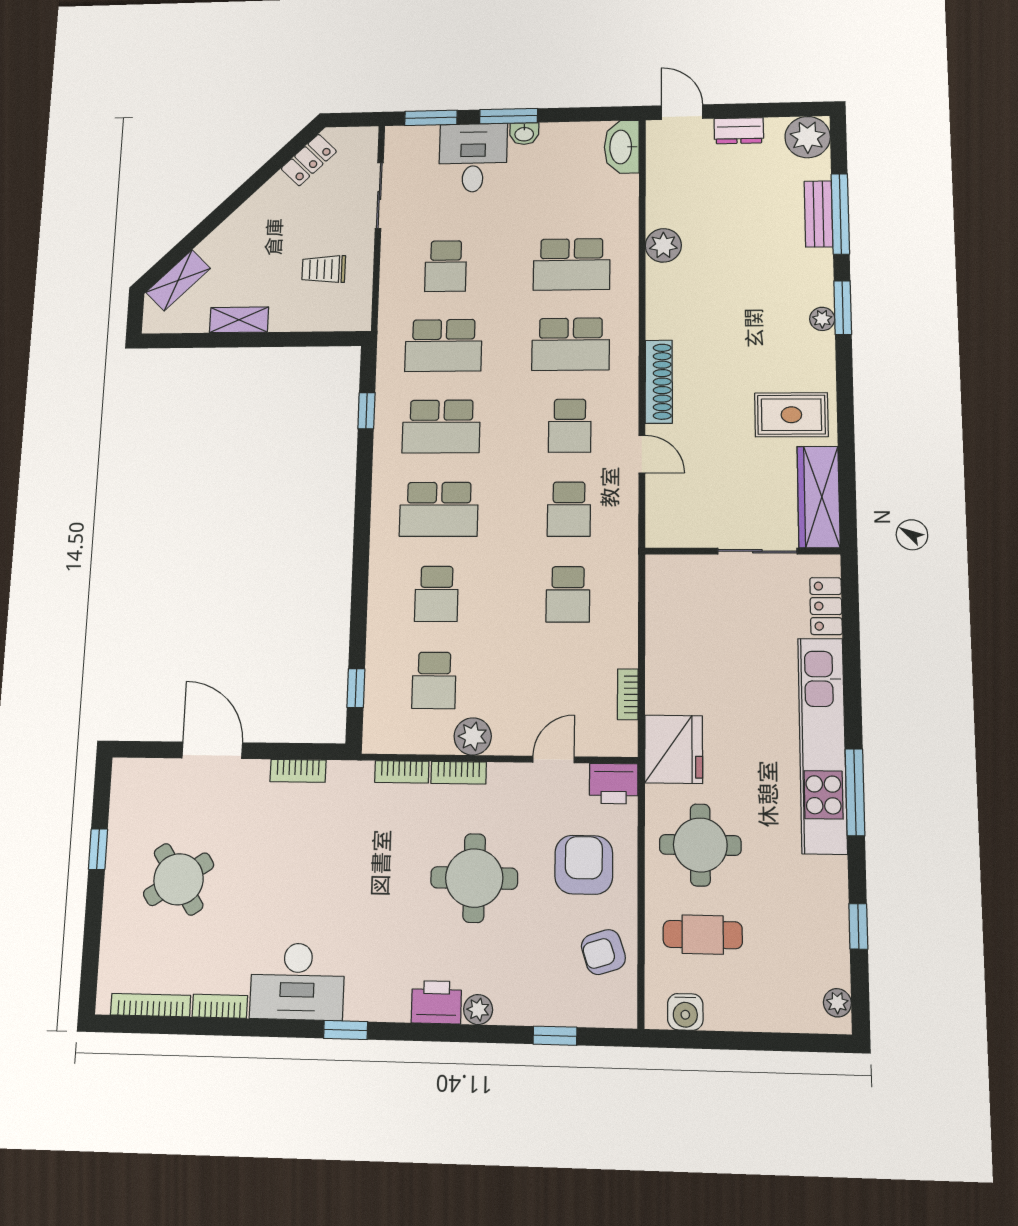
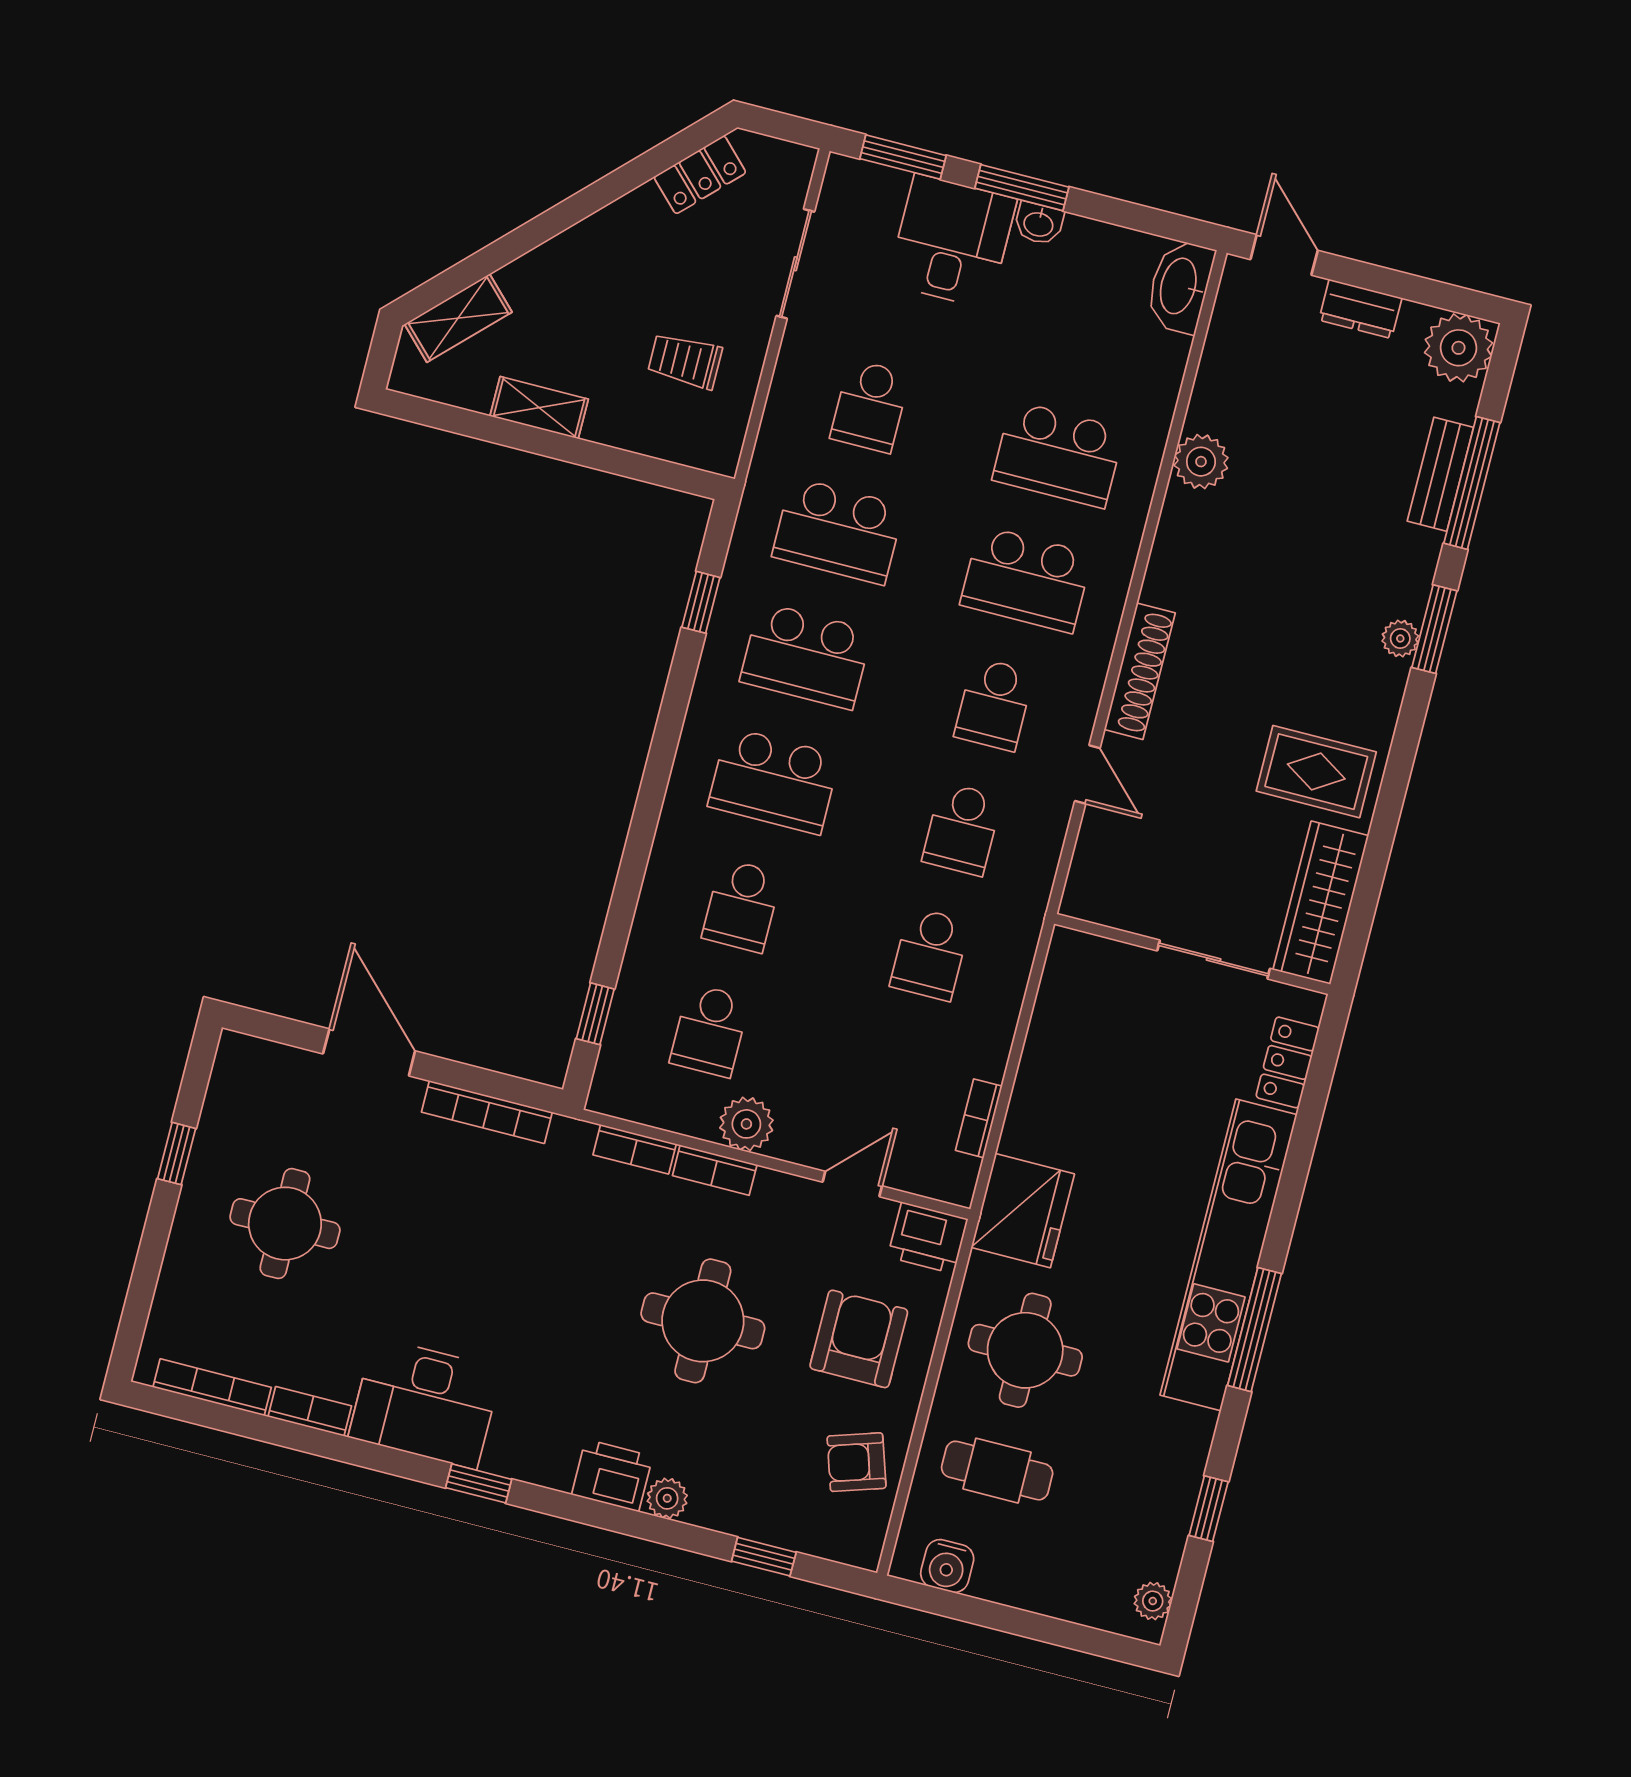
bookcase: (298, 771) -> (487, 1112), width x1.56
round table: (179, 879) -> (285, 1224), turned 33

